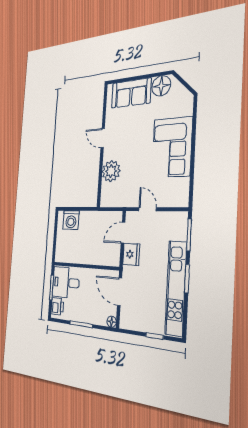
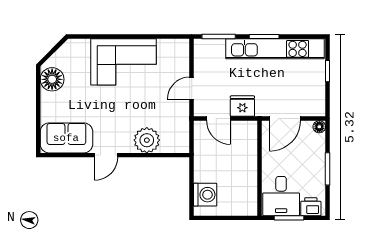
sofa: (131, 93) -> (66, 138), moved, turned -90

